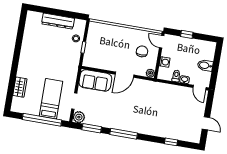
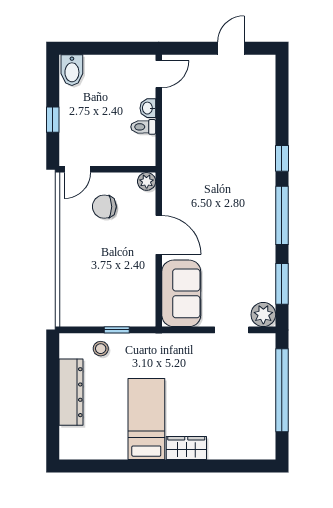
washing machine: (165, 62) -> (118, 156), removed
bidet: (205, 65) -> (72, 70), moved
wardrobe: (20, 87) -> (186, 448), moved
bed: (51, 99) -> (146, 419), moved, turned 90
window: (171, 142) -> (282, 158), moved

